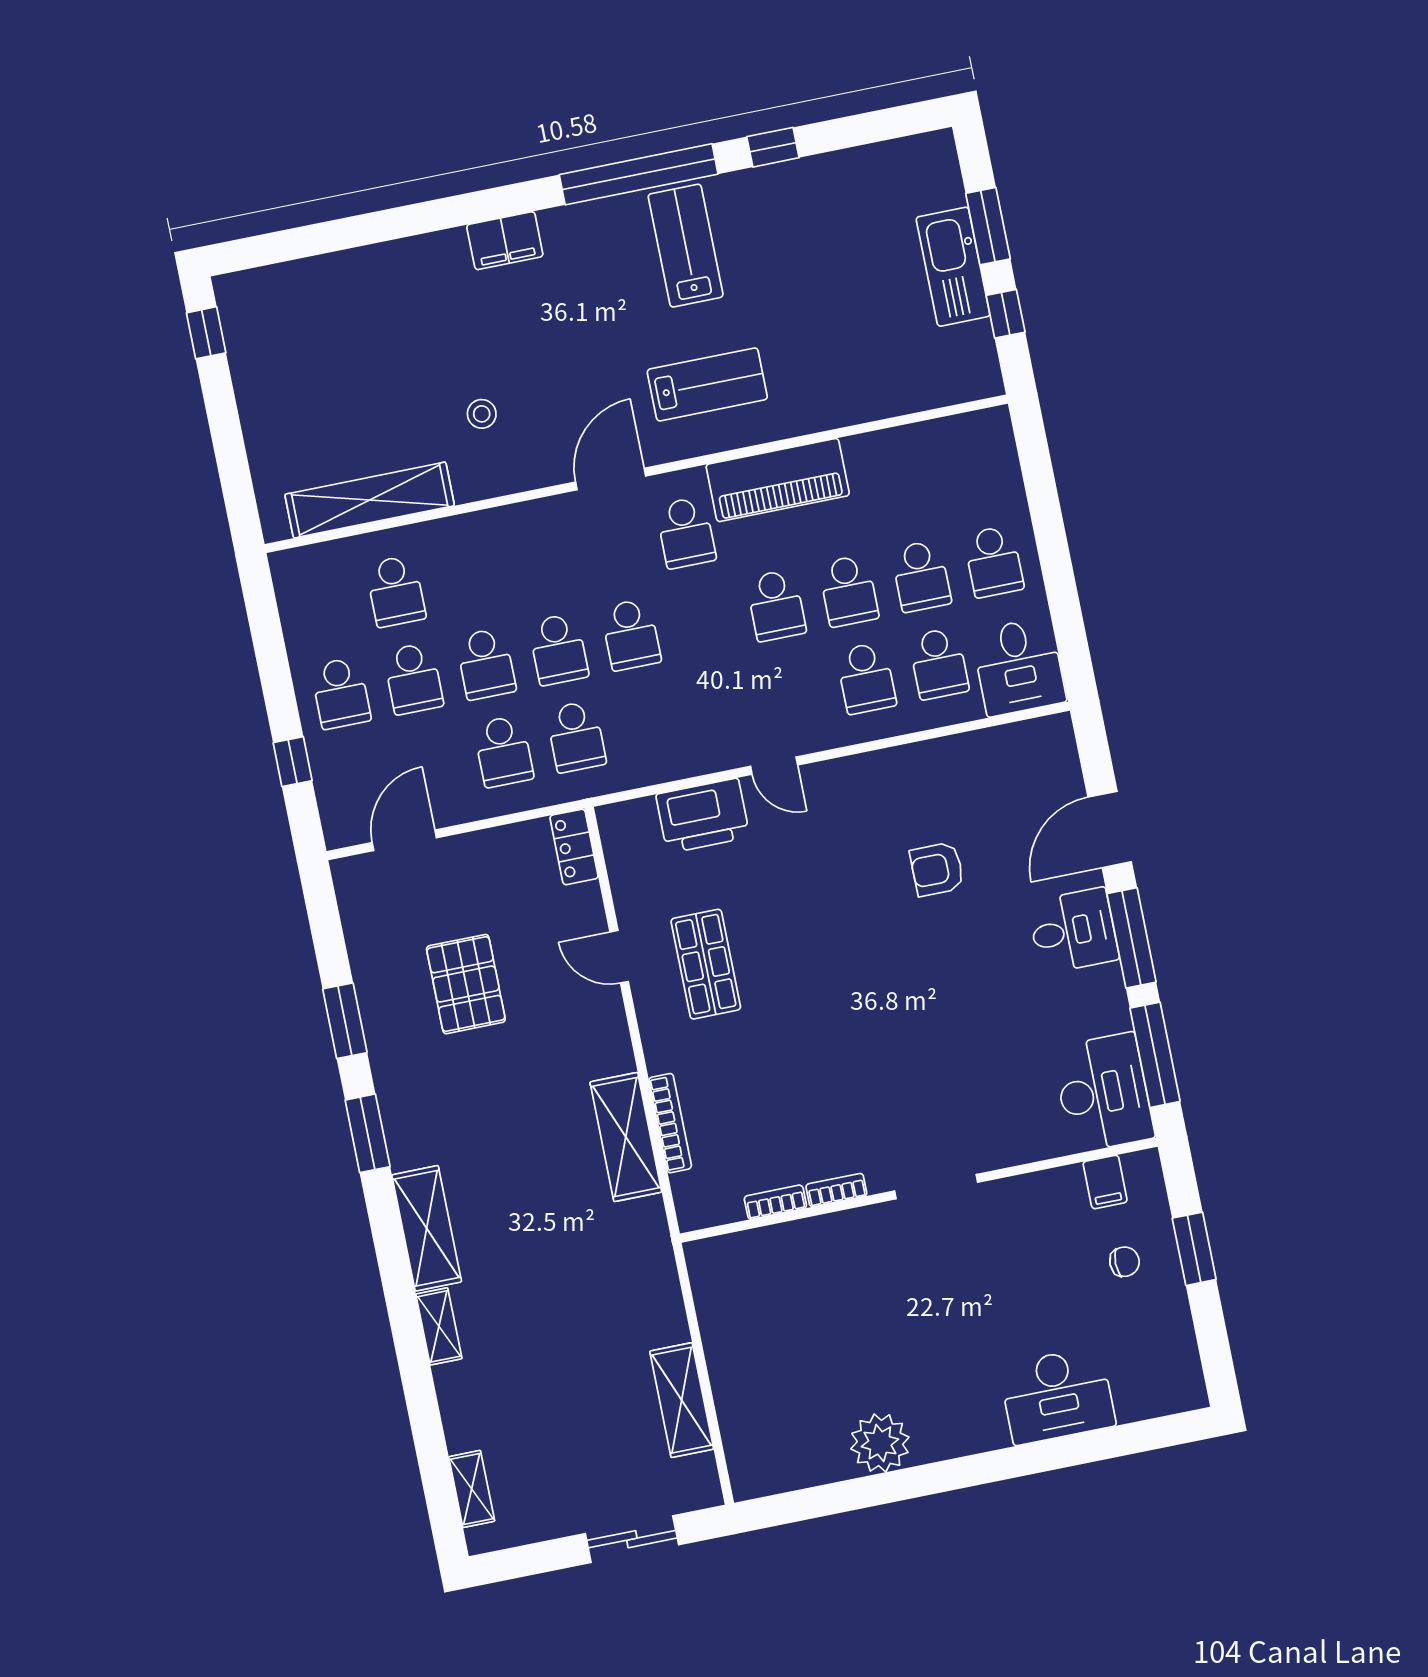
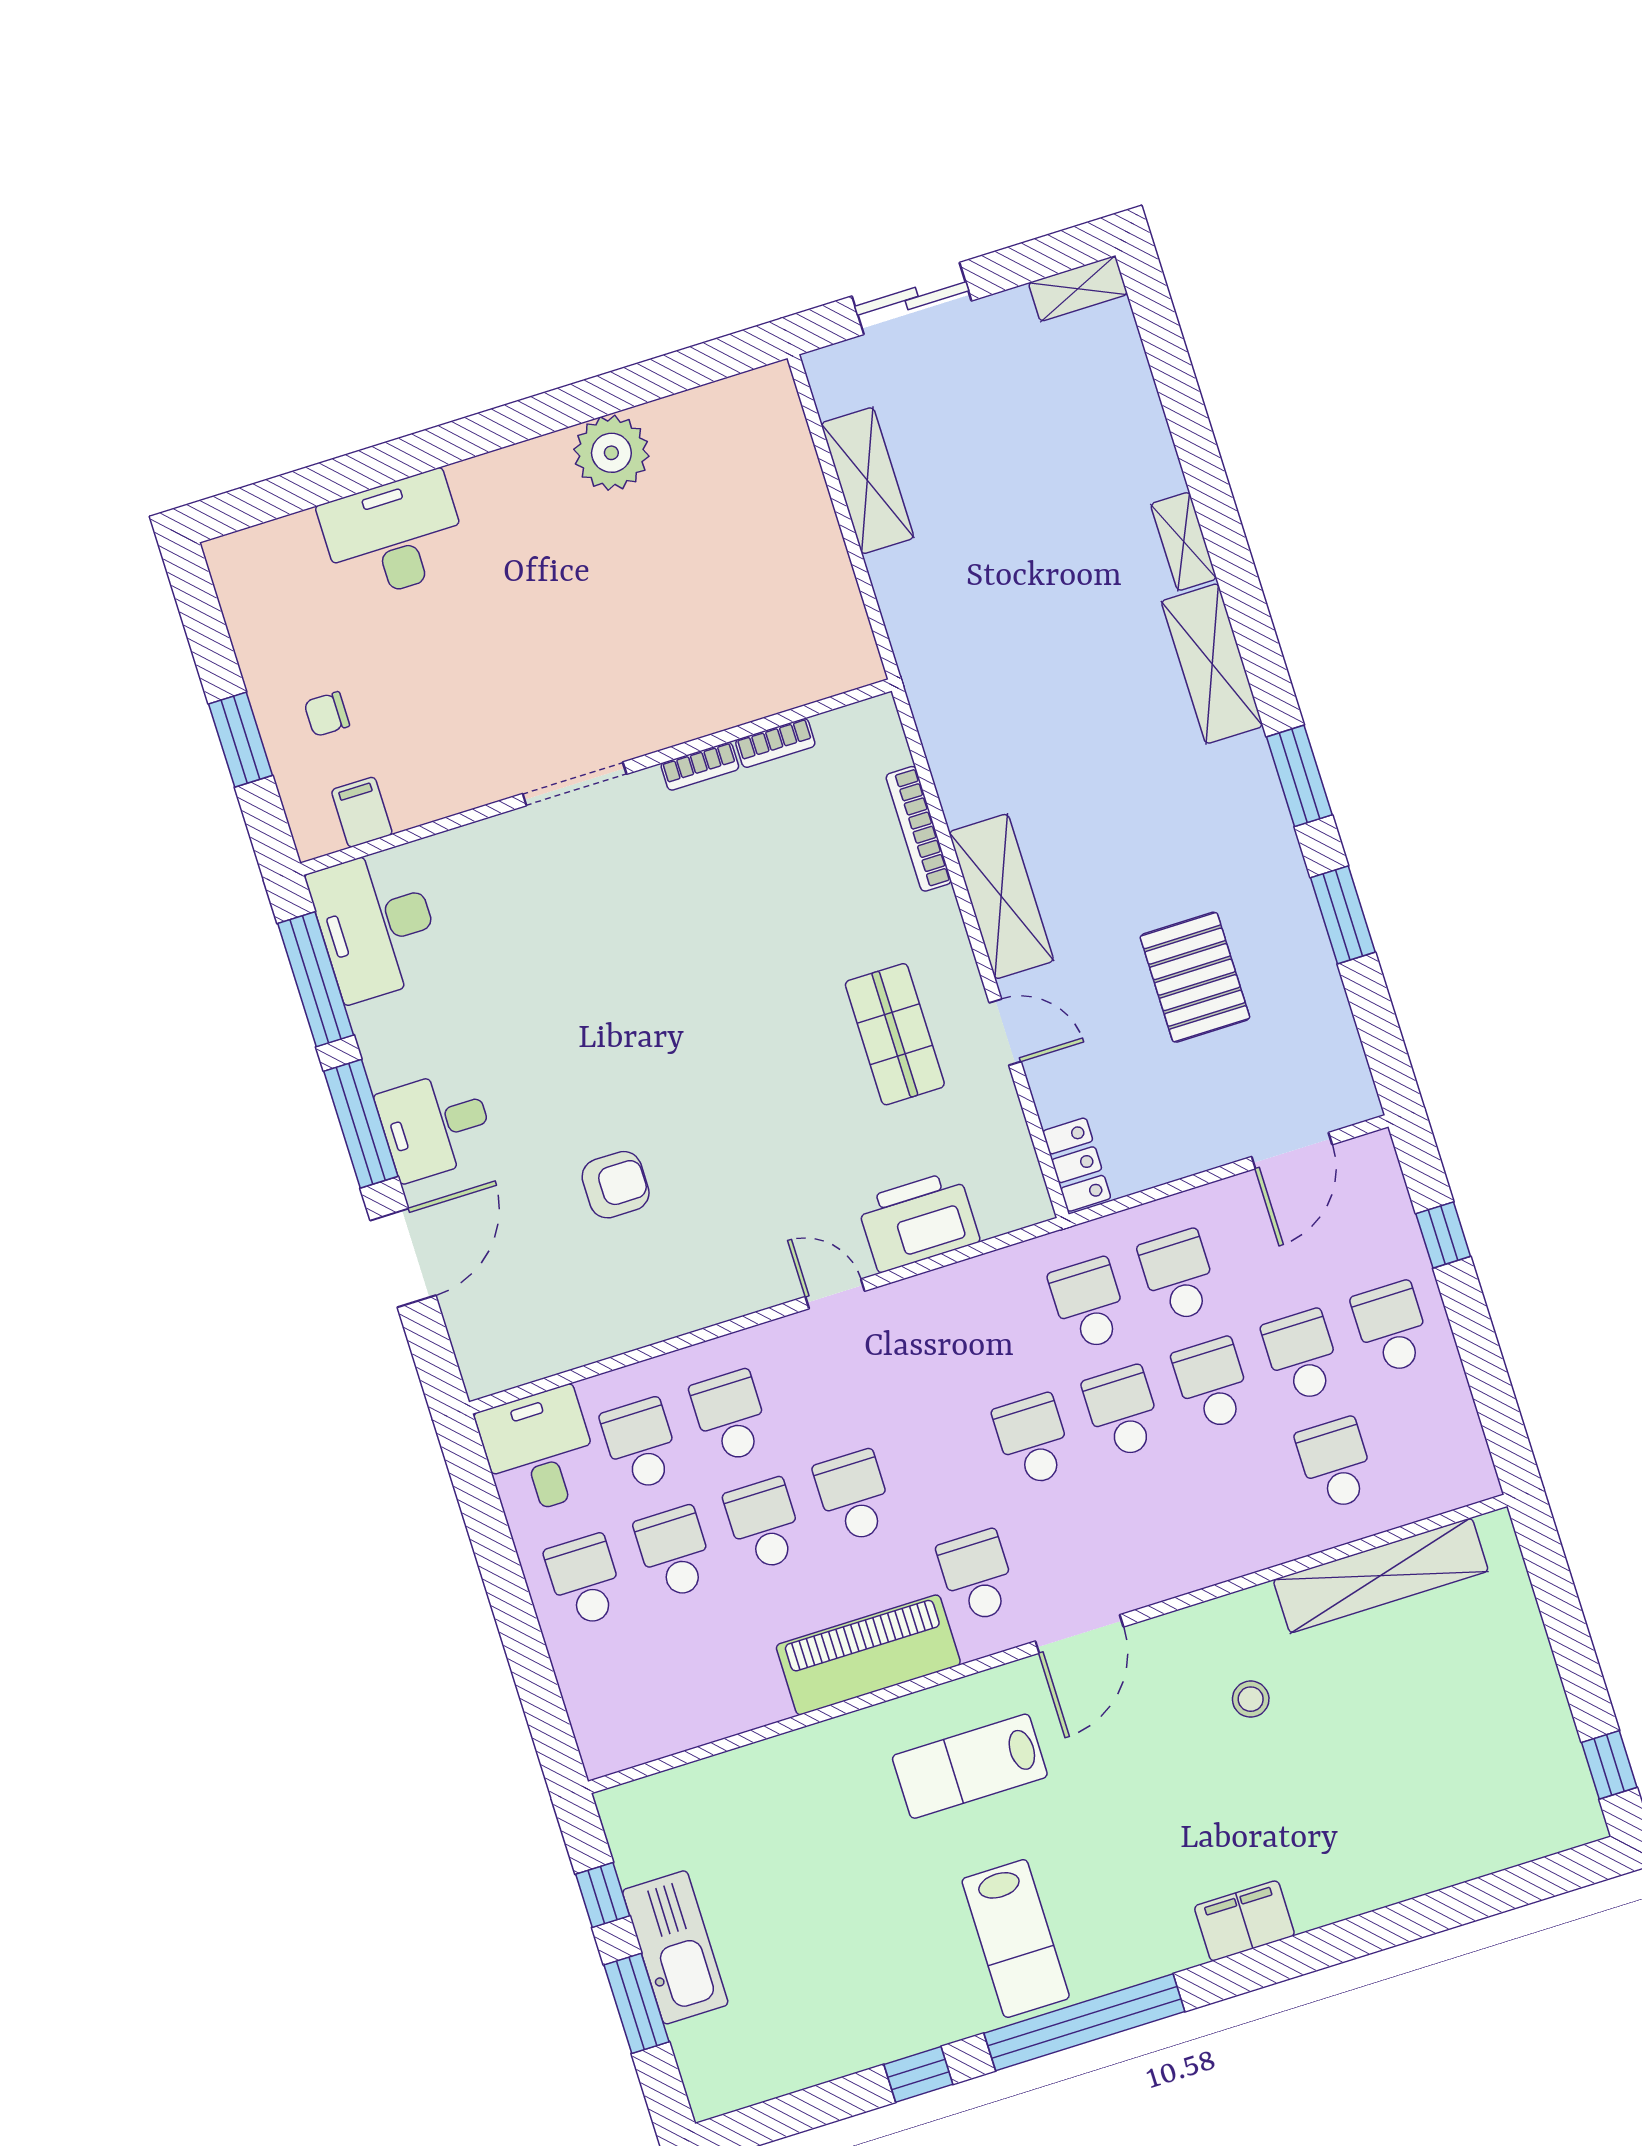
shelving: (626, 1137) -> (1001, 896), moved
shelving: (472, 1489) -> (1078, 289), moved, turned 90

